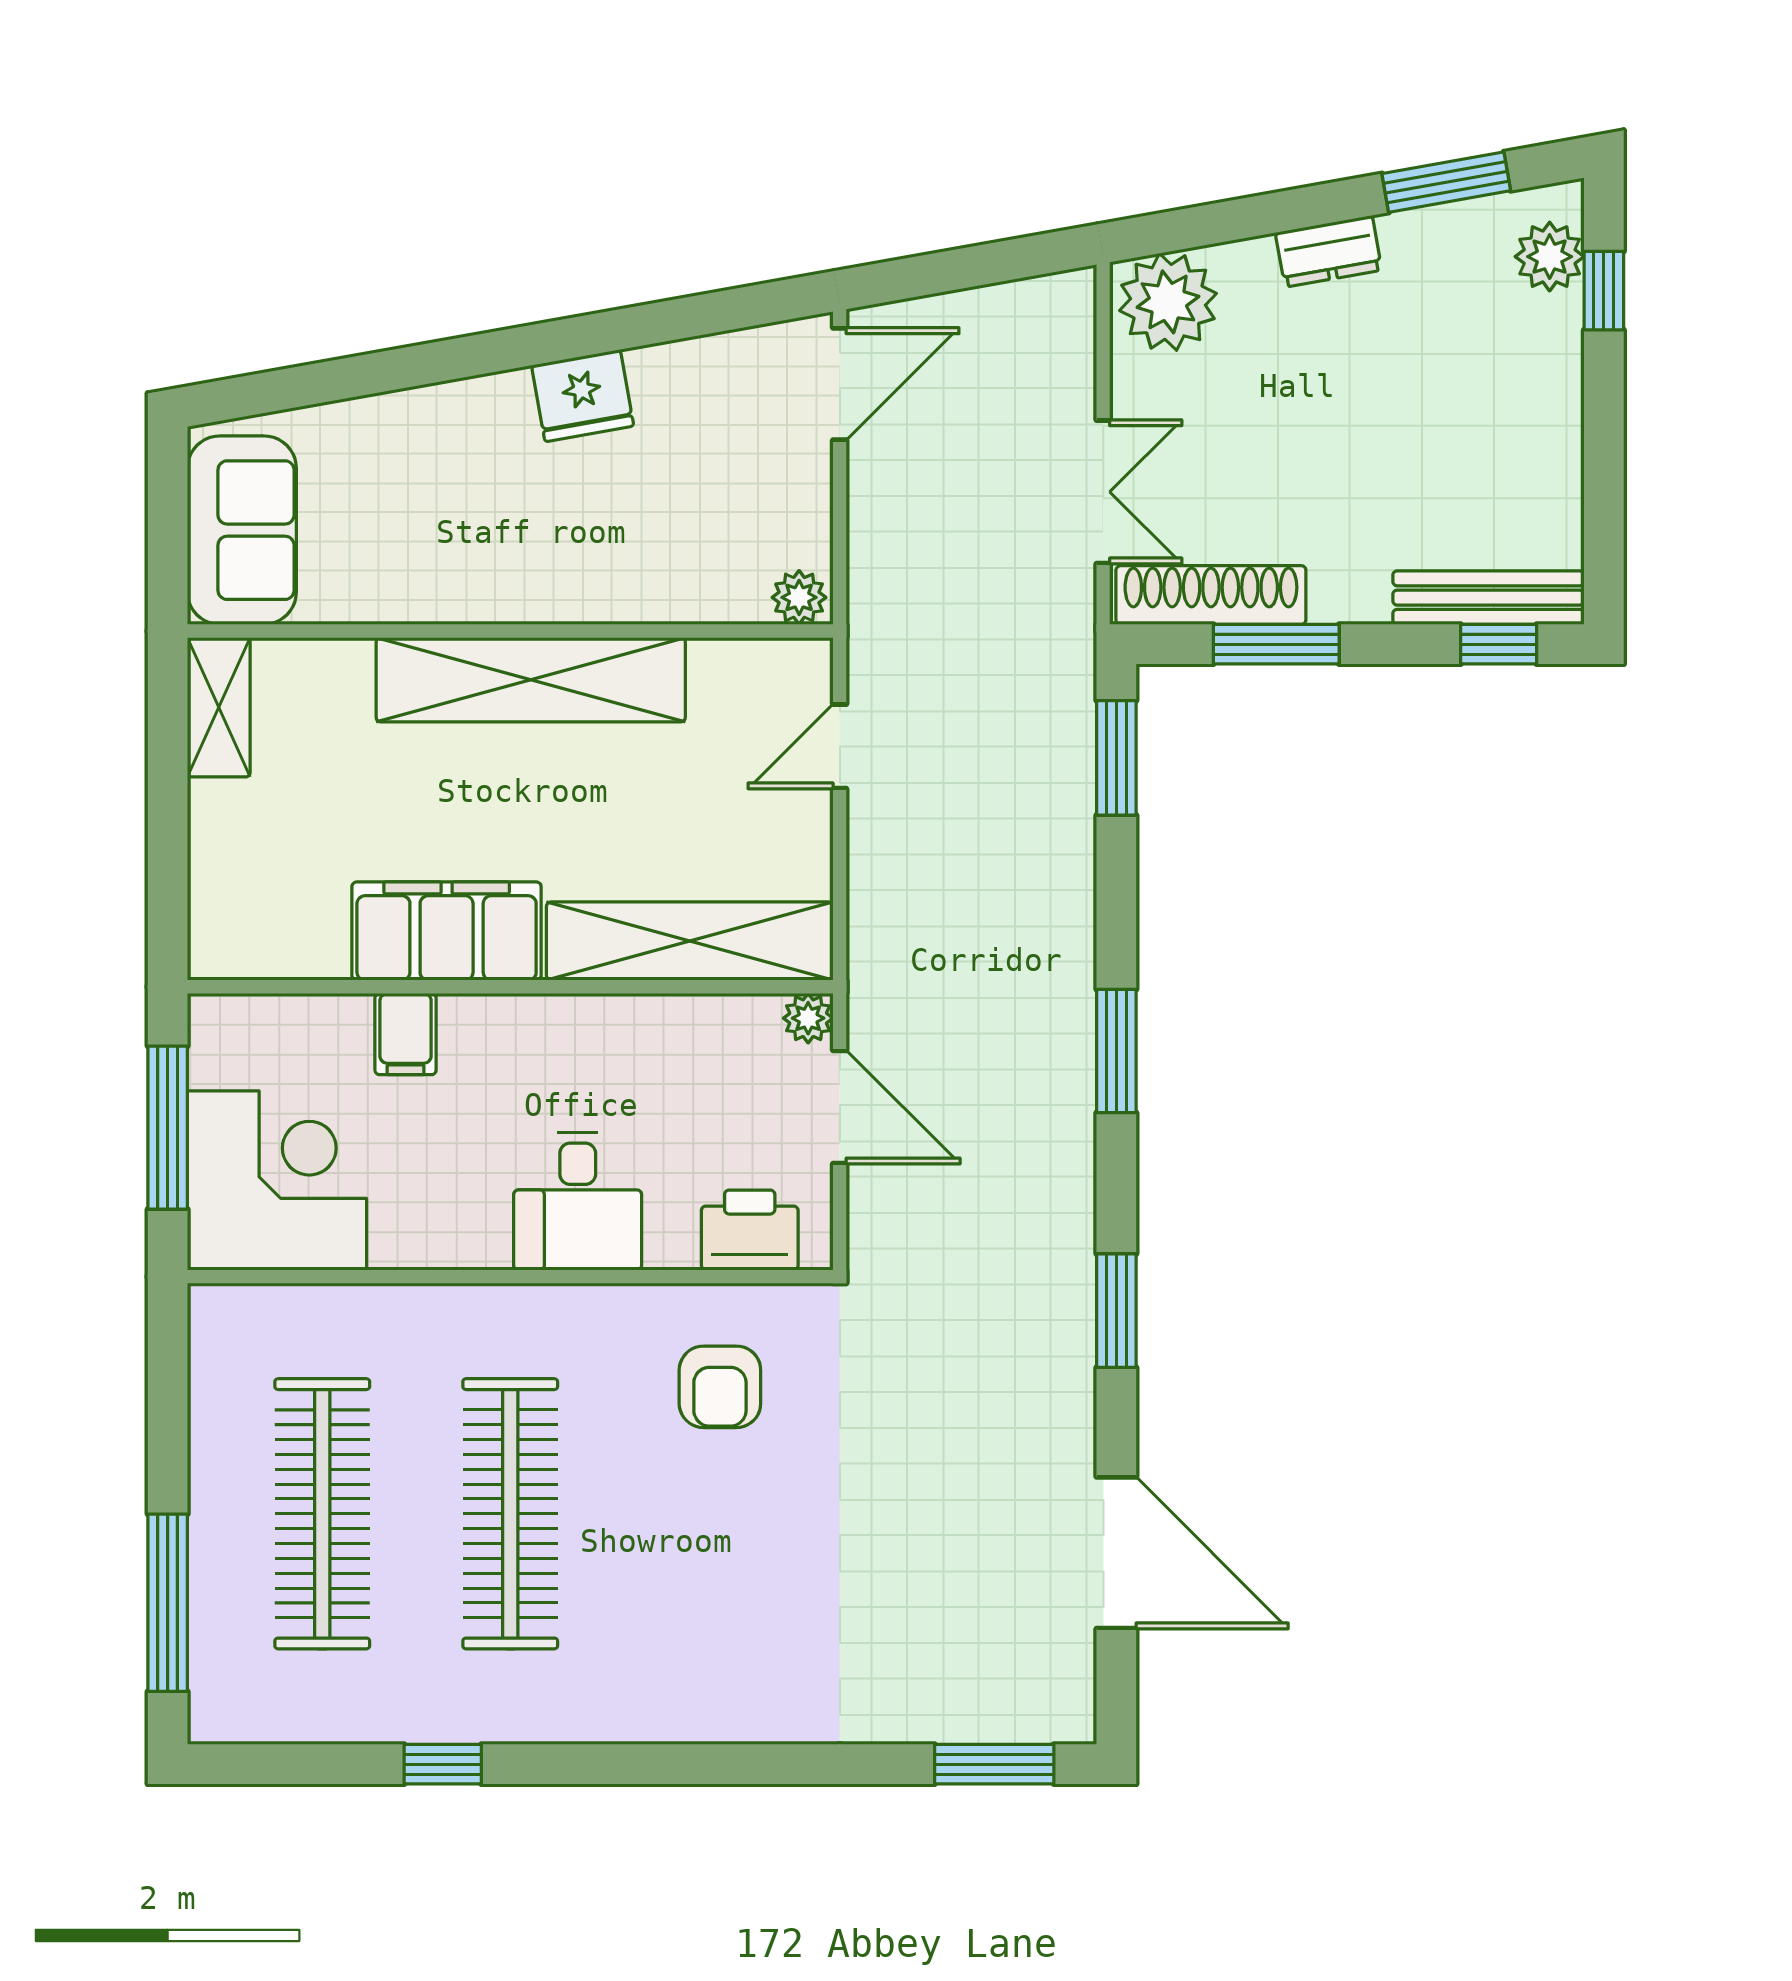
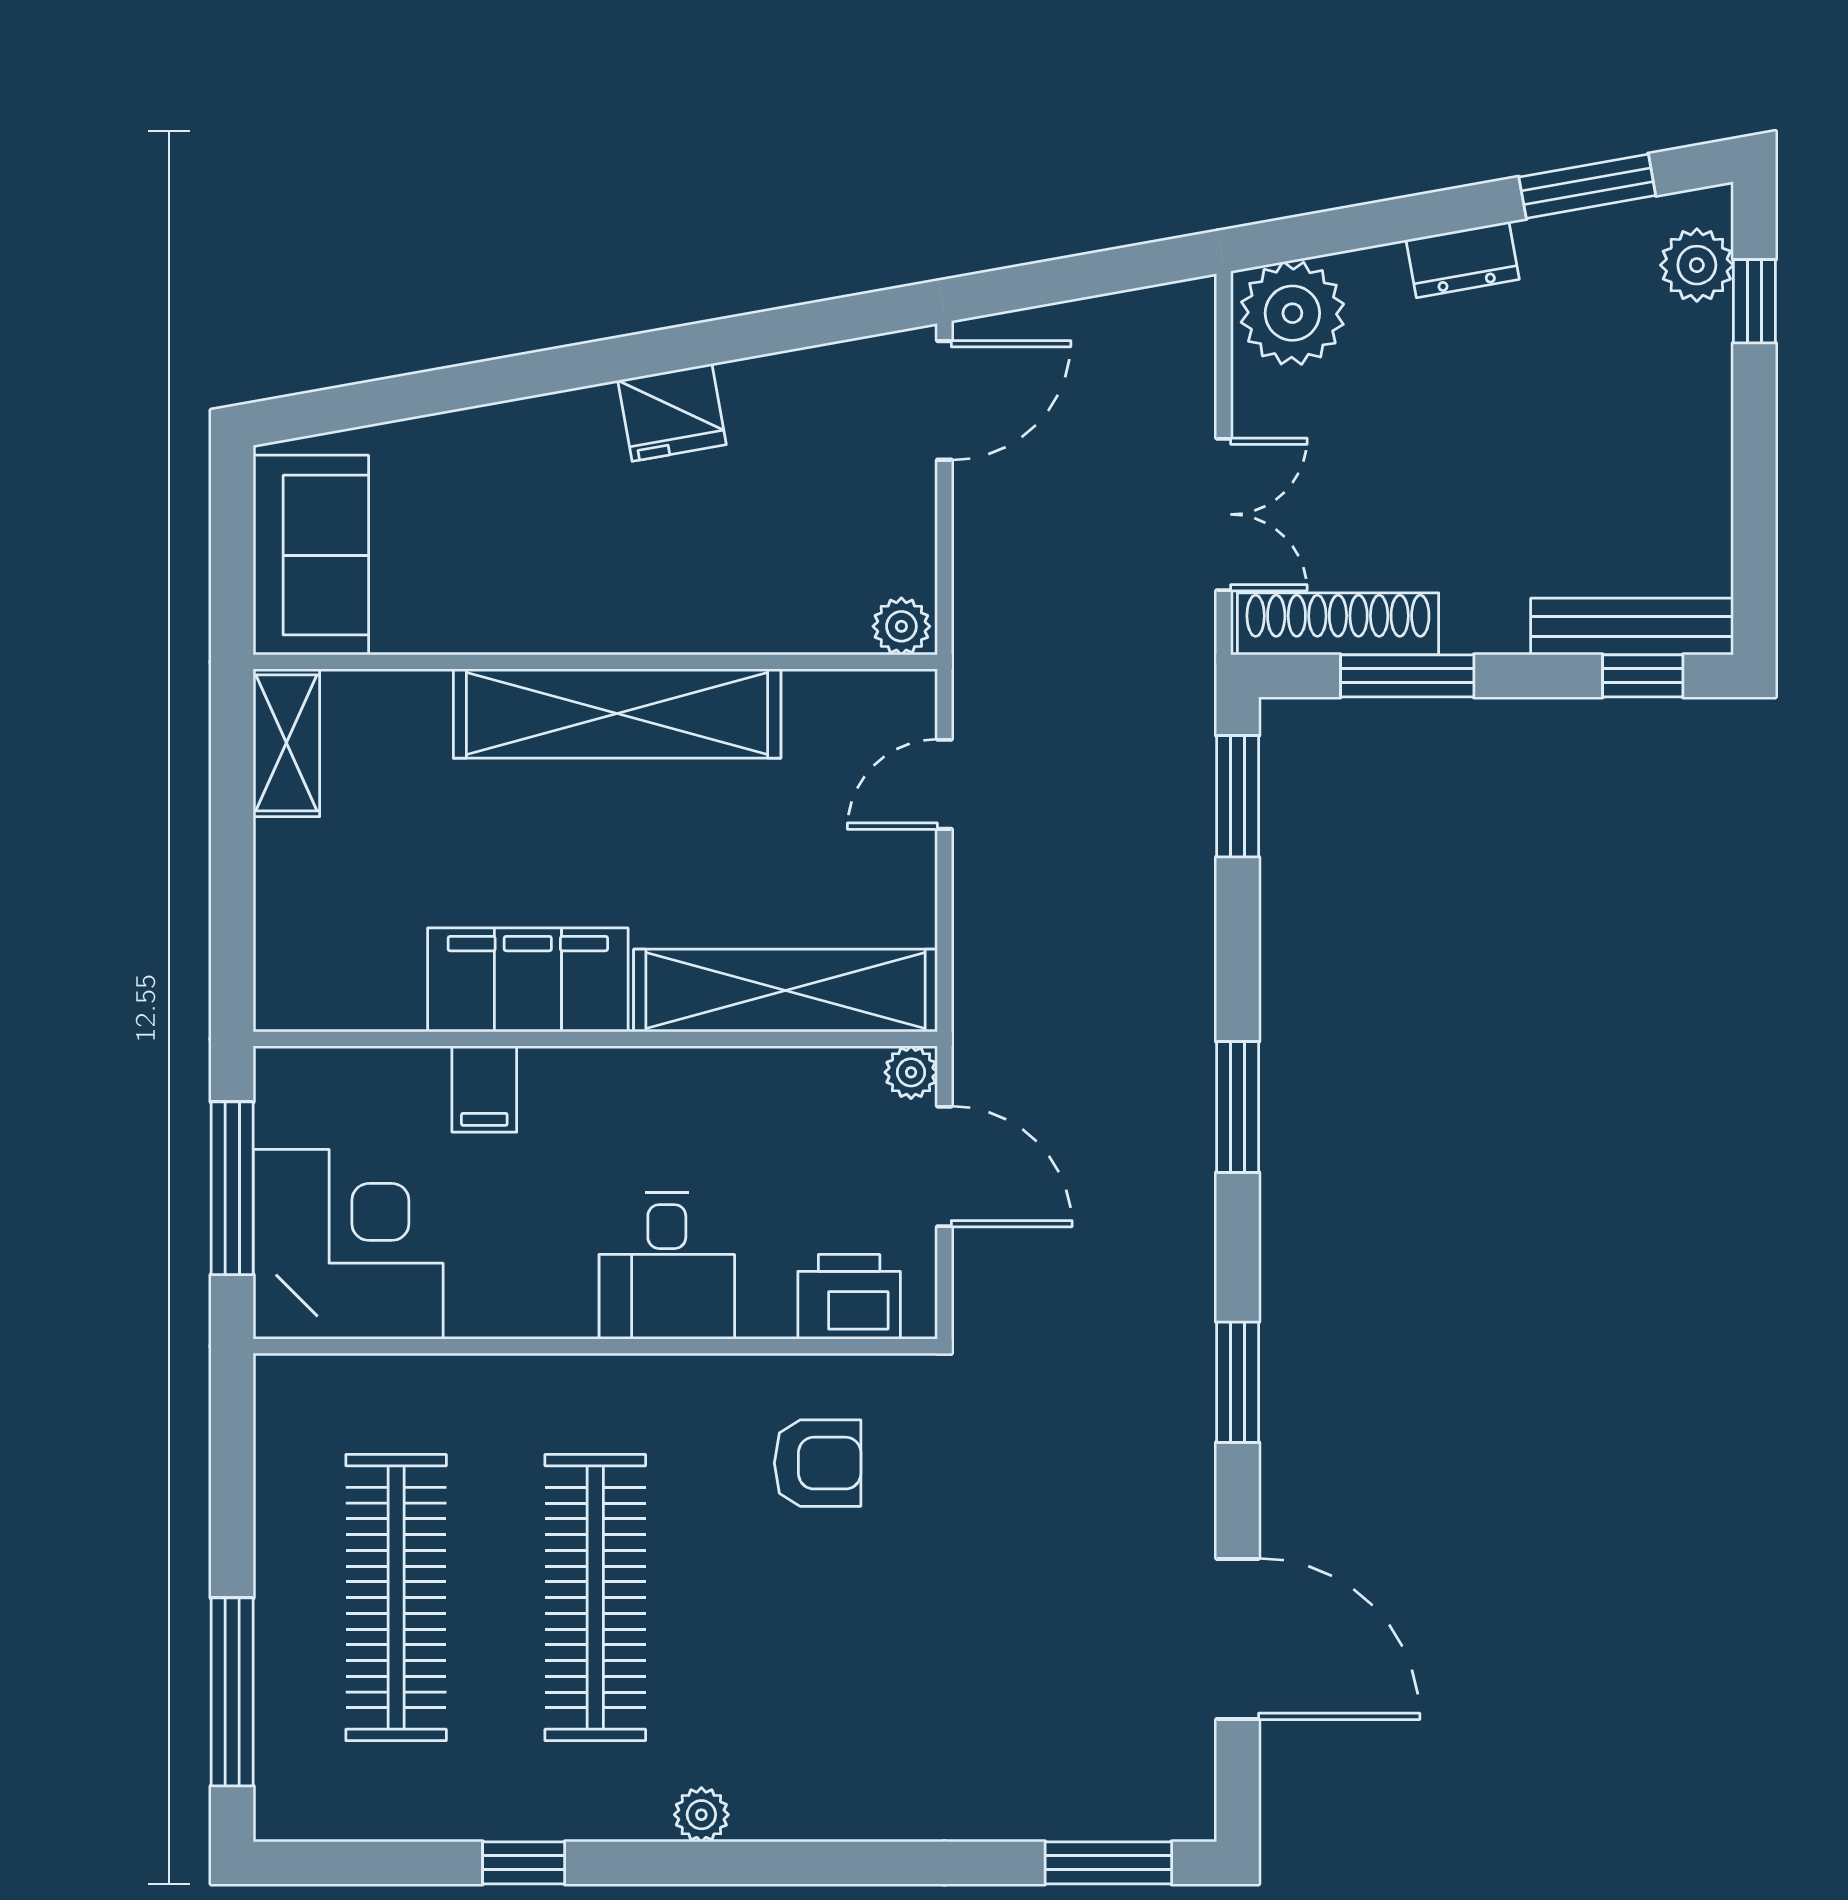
armchair: (720, 1387) -> (818, 1463), turned -90
plant: (610, 1719) -> (701, 1815), added

